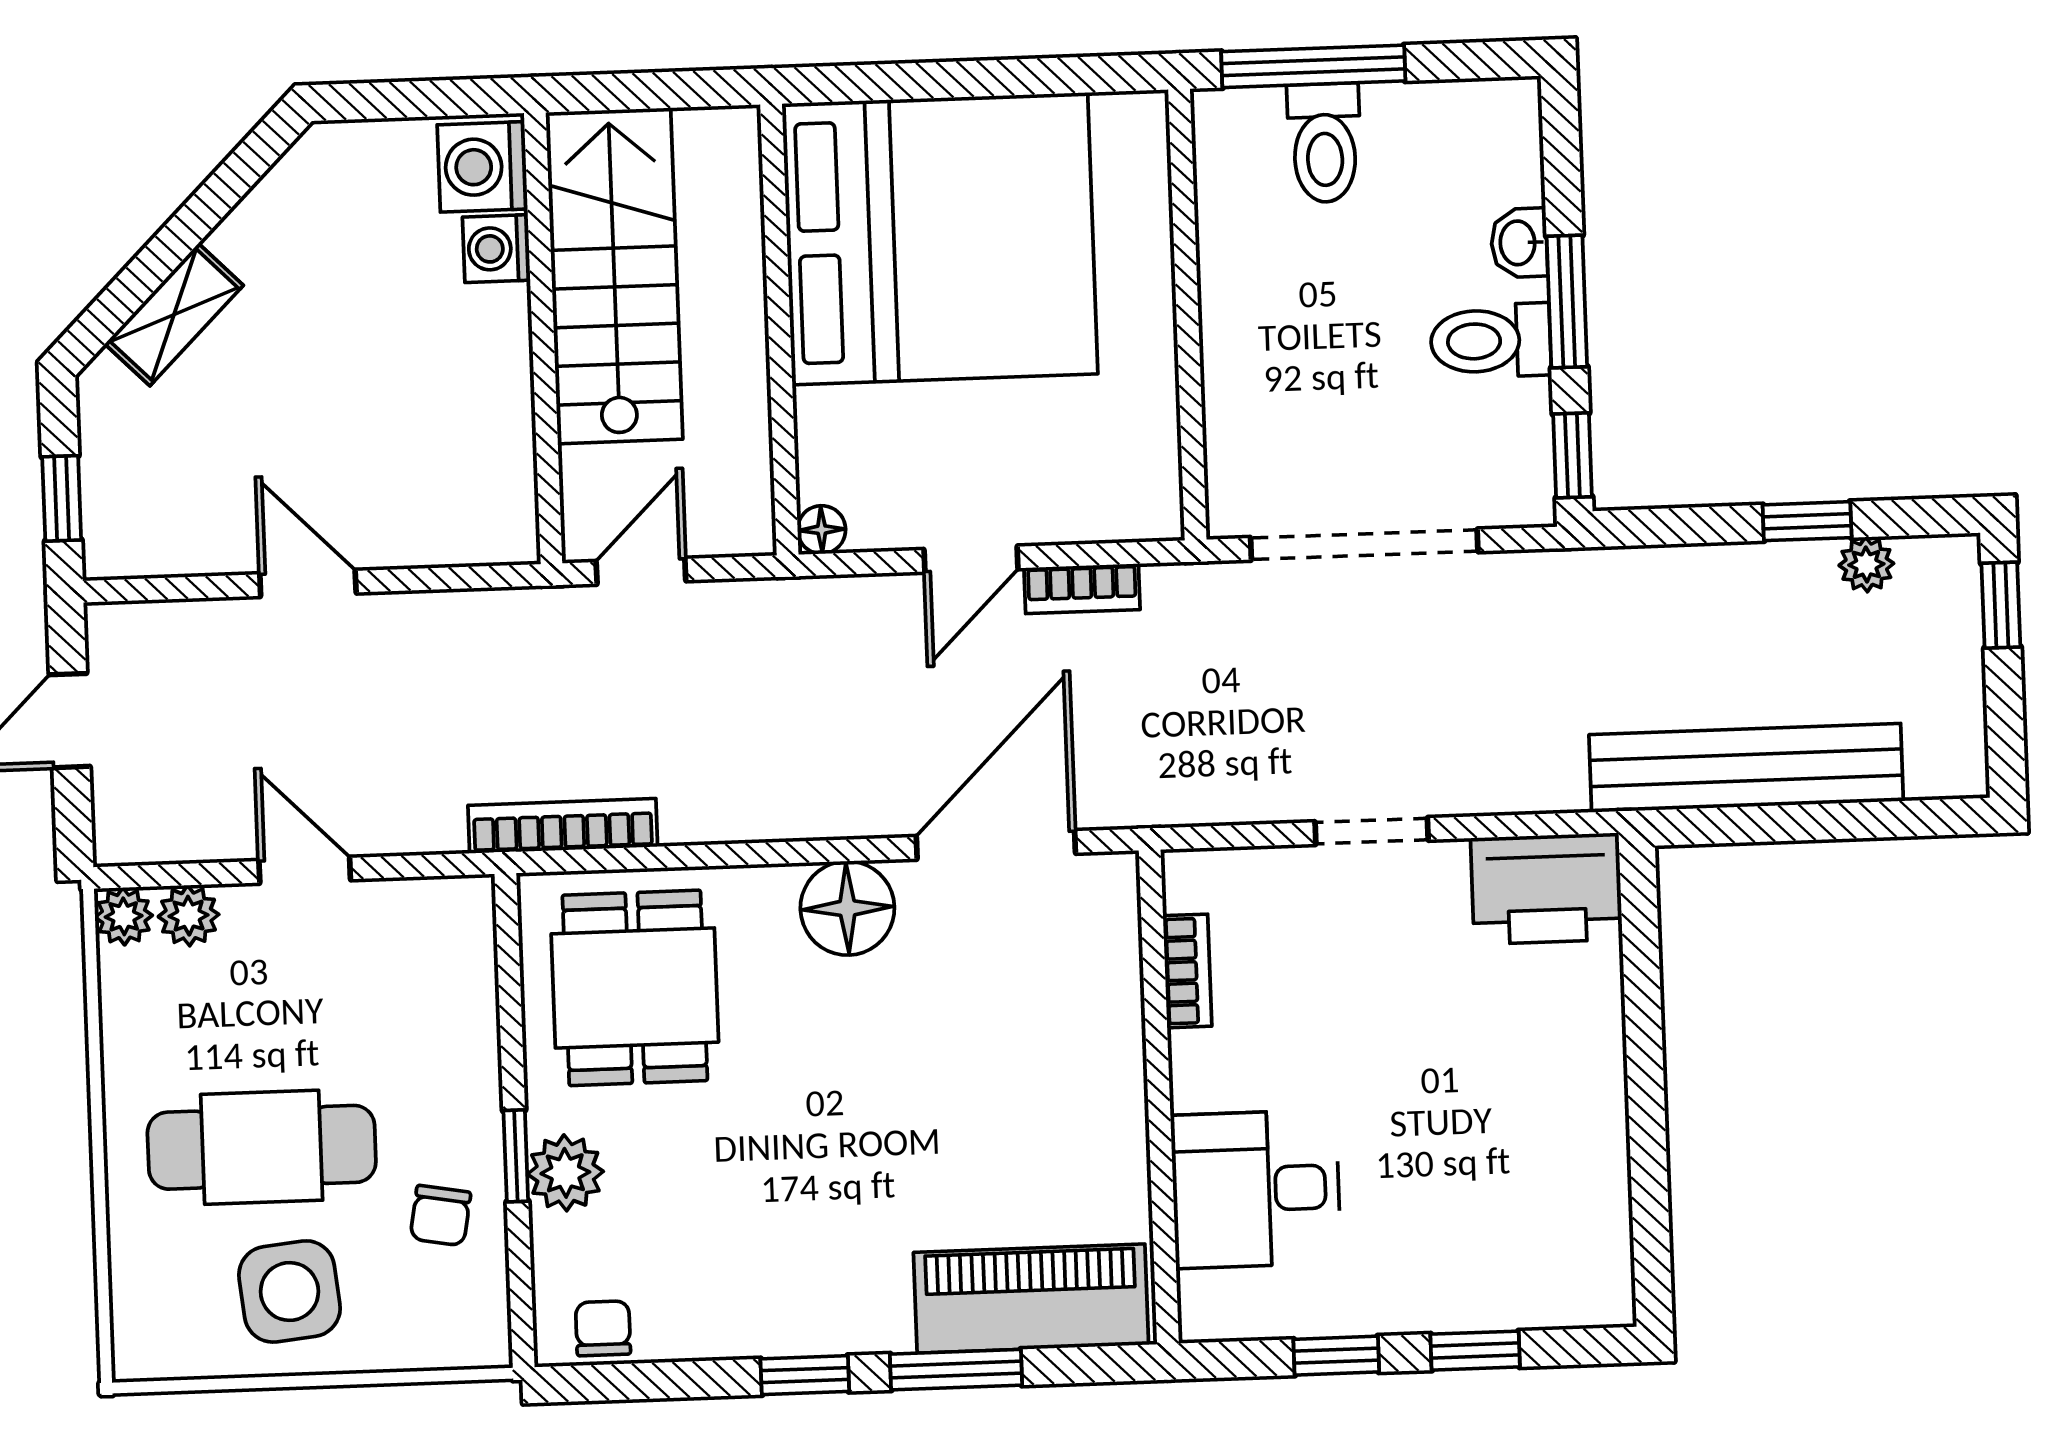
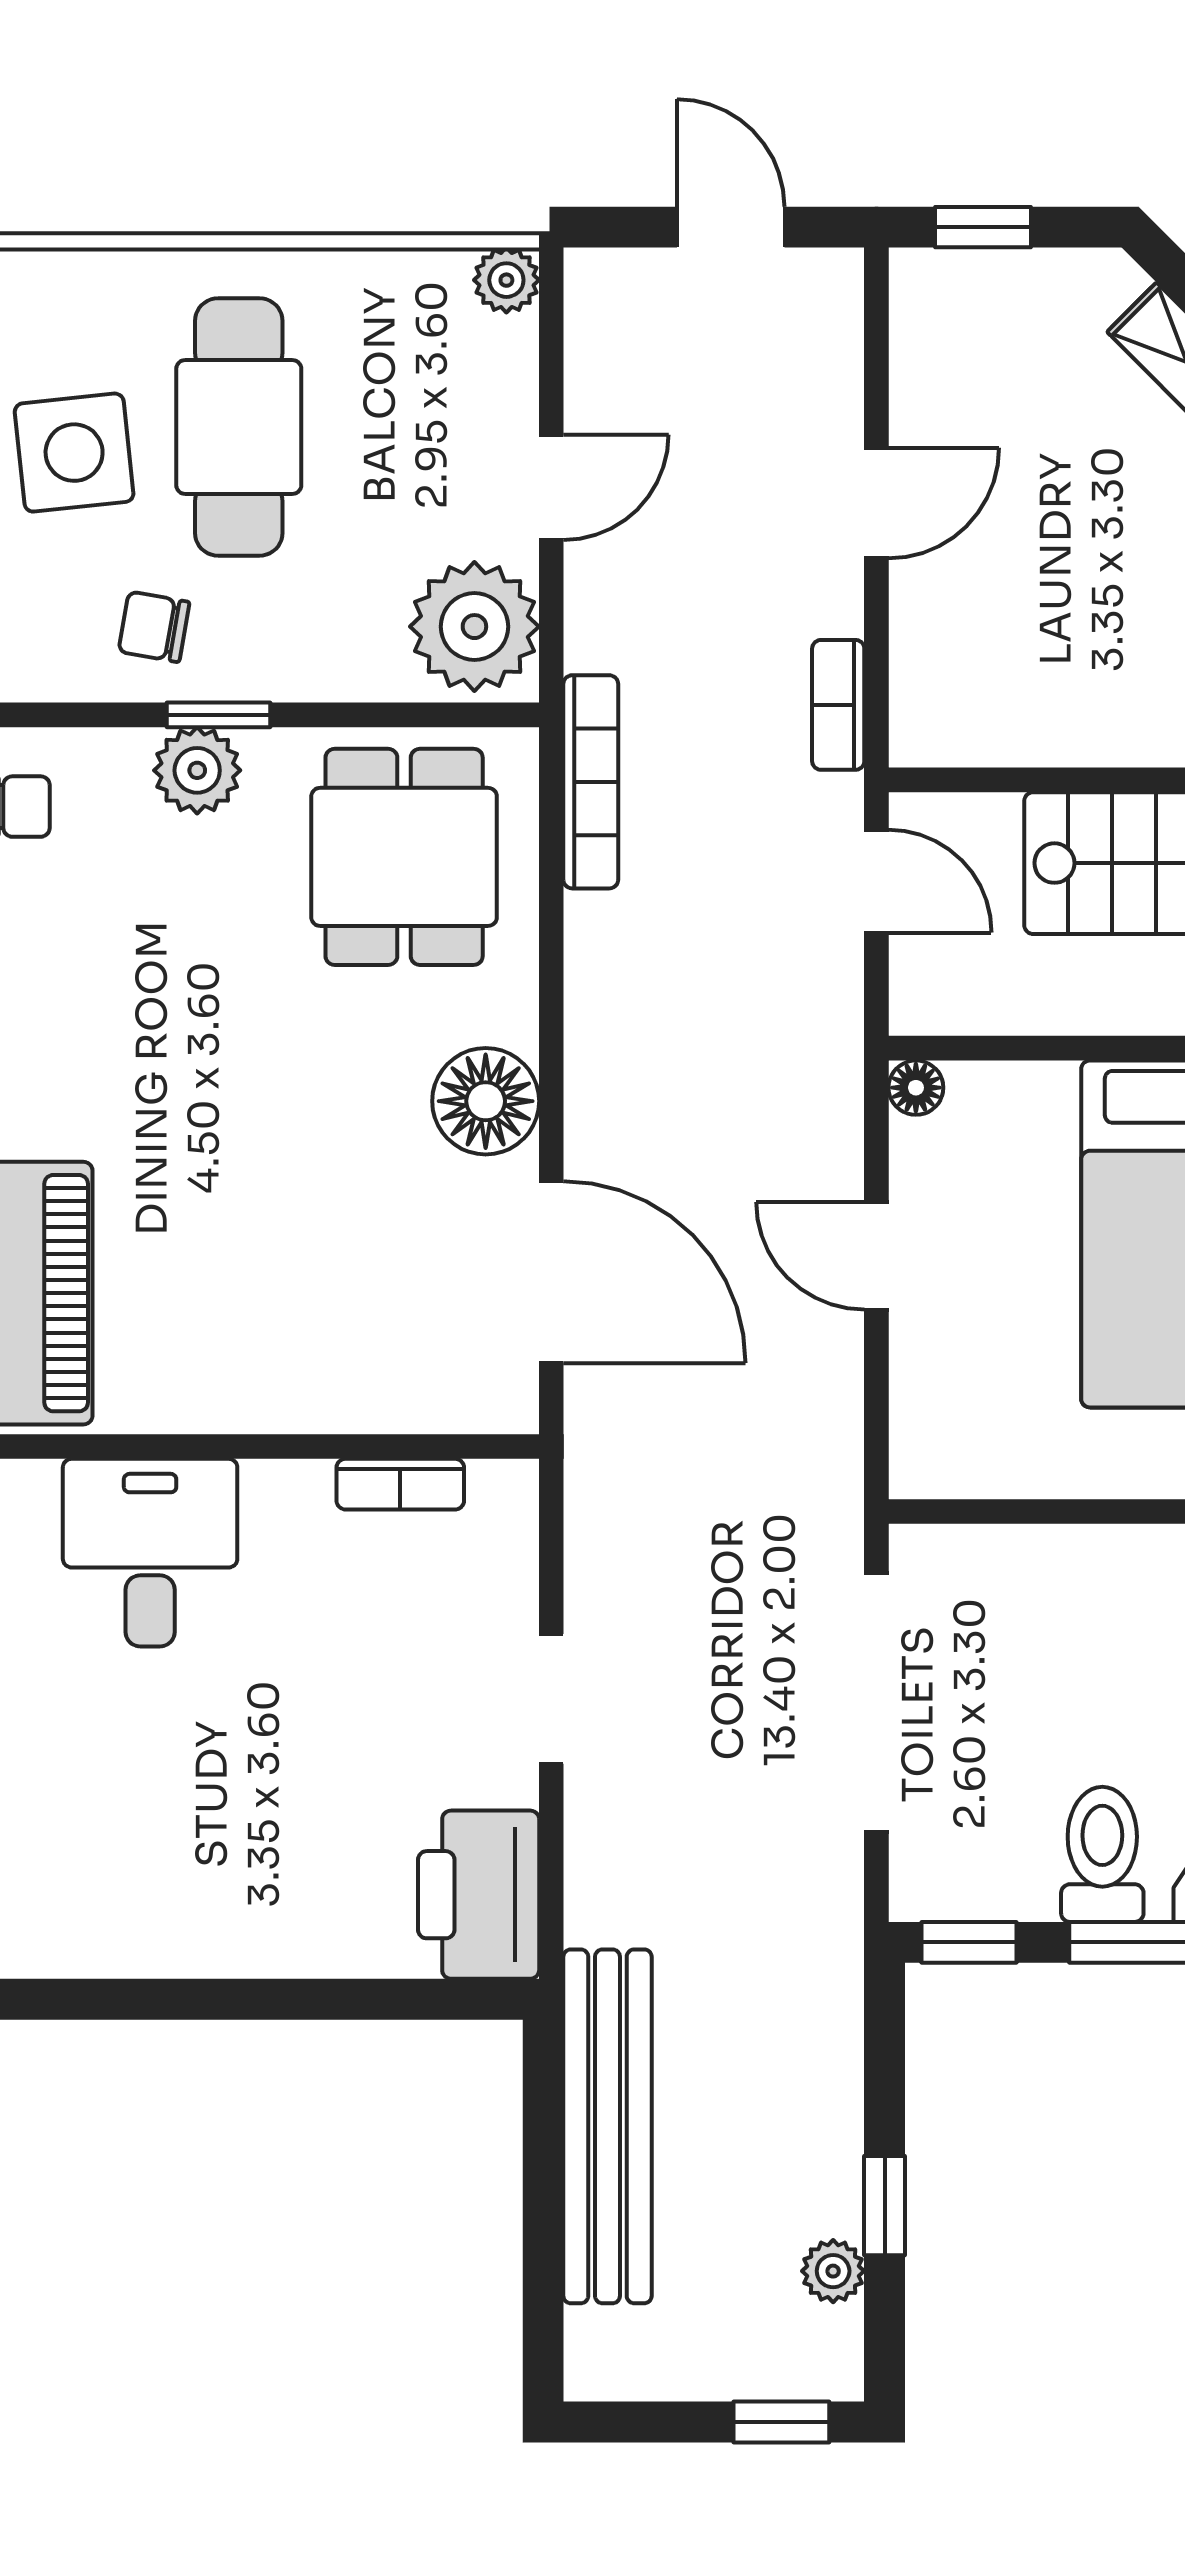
bookcase: (1082, 589) -> (838, 705), moved
plant: (189, 916) -> (474, 627), moved, width x1.87, depth x1.87
dining table: (635, 988) -> (404, 857), turned 90

